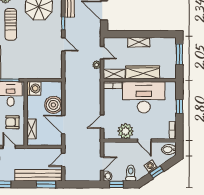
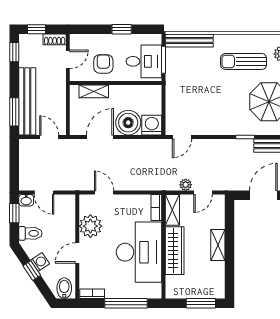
door: (63, 44) -> (182, 137), moved
washing machine: (34, 88) -> (152, 125), moved, turned 180
window: (179, 106) -> (126, 303), width x2.17

